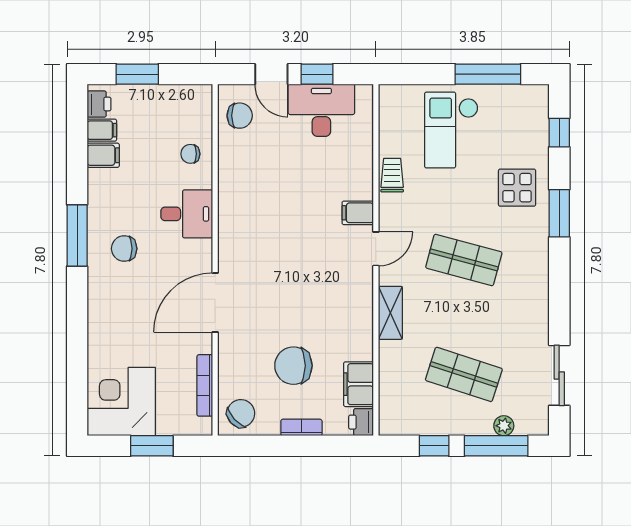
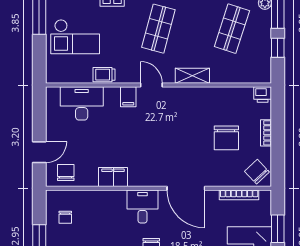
window: (317, 74) -> (39, 123), removed
desk: (321, 110) -> (82, 103), moved, turned 90
chair: (190, 154) -> (65, 217), moved
desk: (187, 214) -> (142, 206), moved
filing cabinet: (359, 384) -> (113, 177), moved, turned 180

